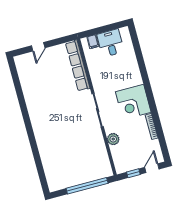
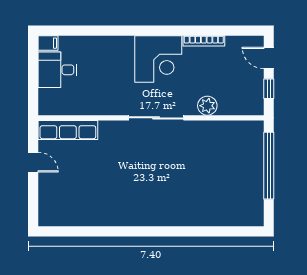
filing cabinet: (93, 42) -> (48, 43), moved
door: (38, 47) -> (33, 162), moved
row of seats: (78, 66) -> (68, 130), width x0.73

